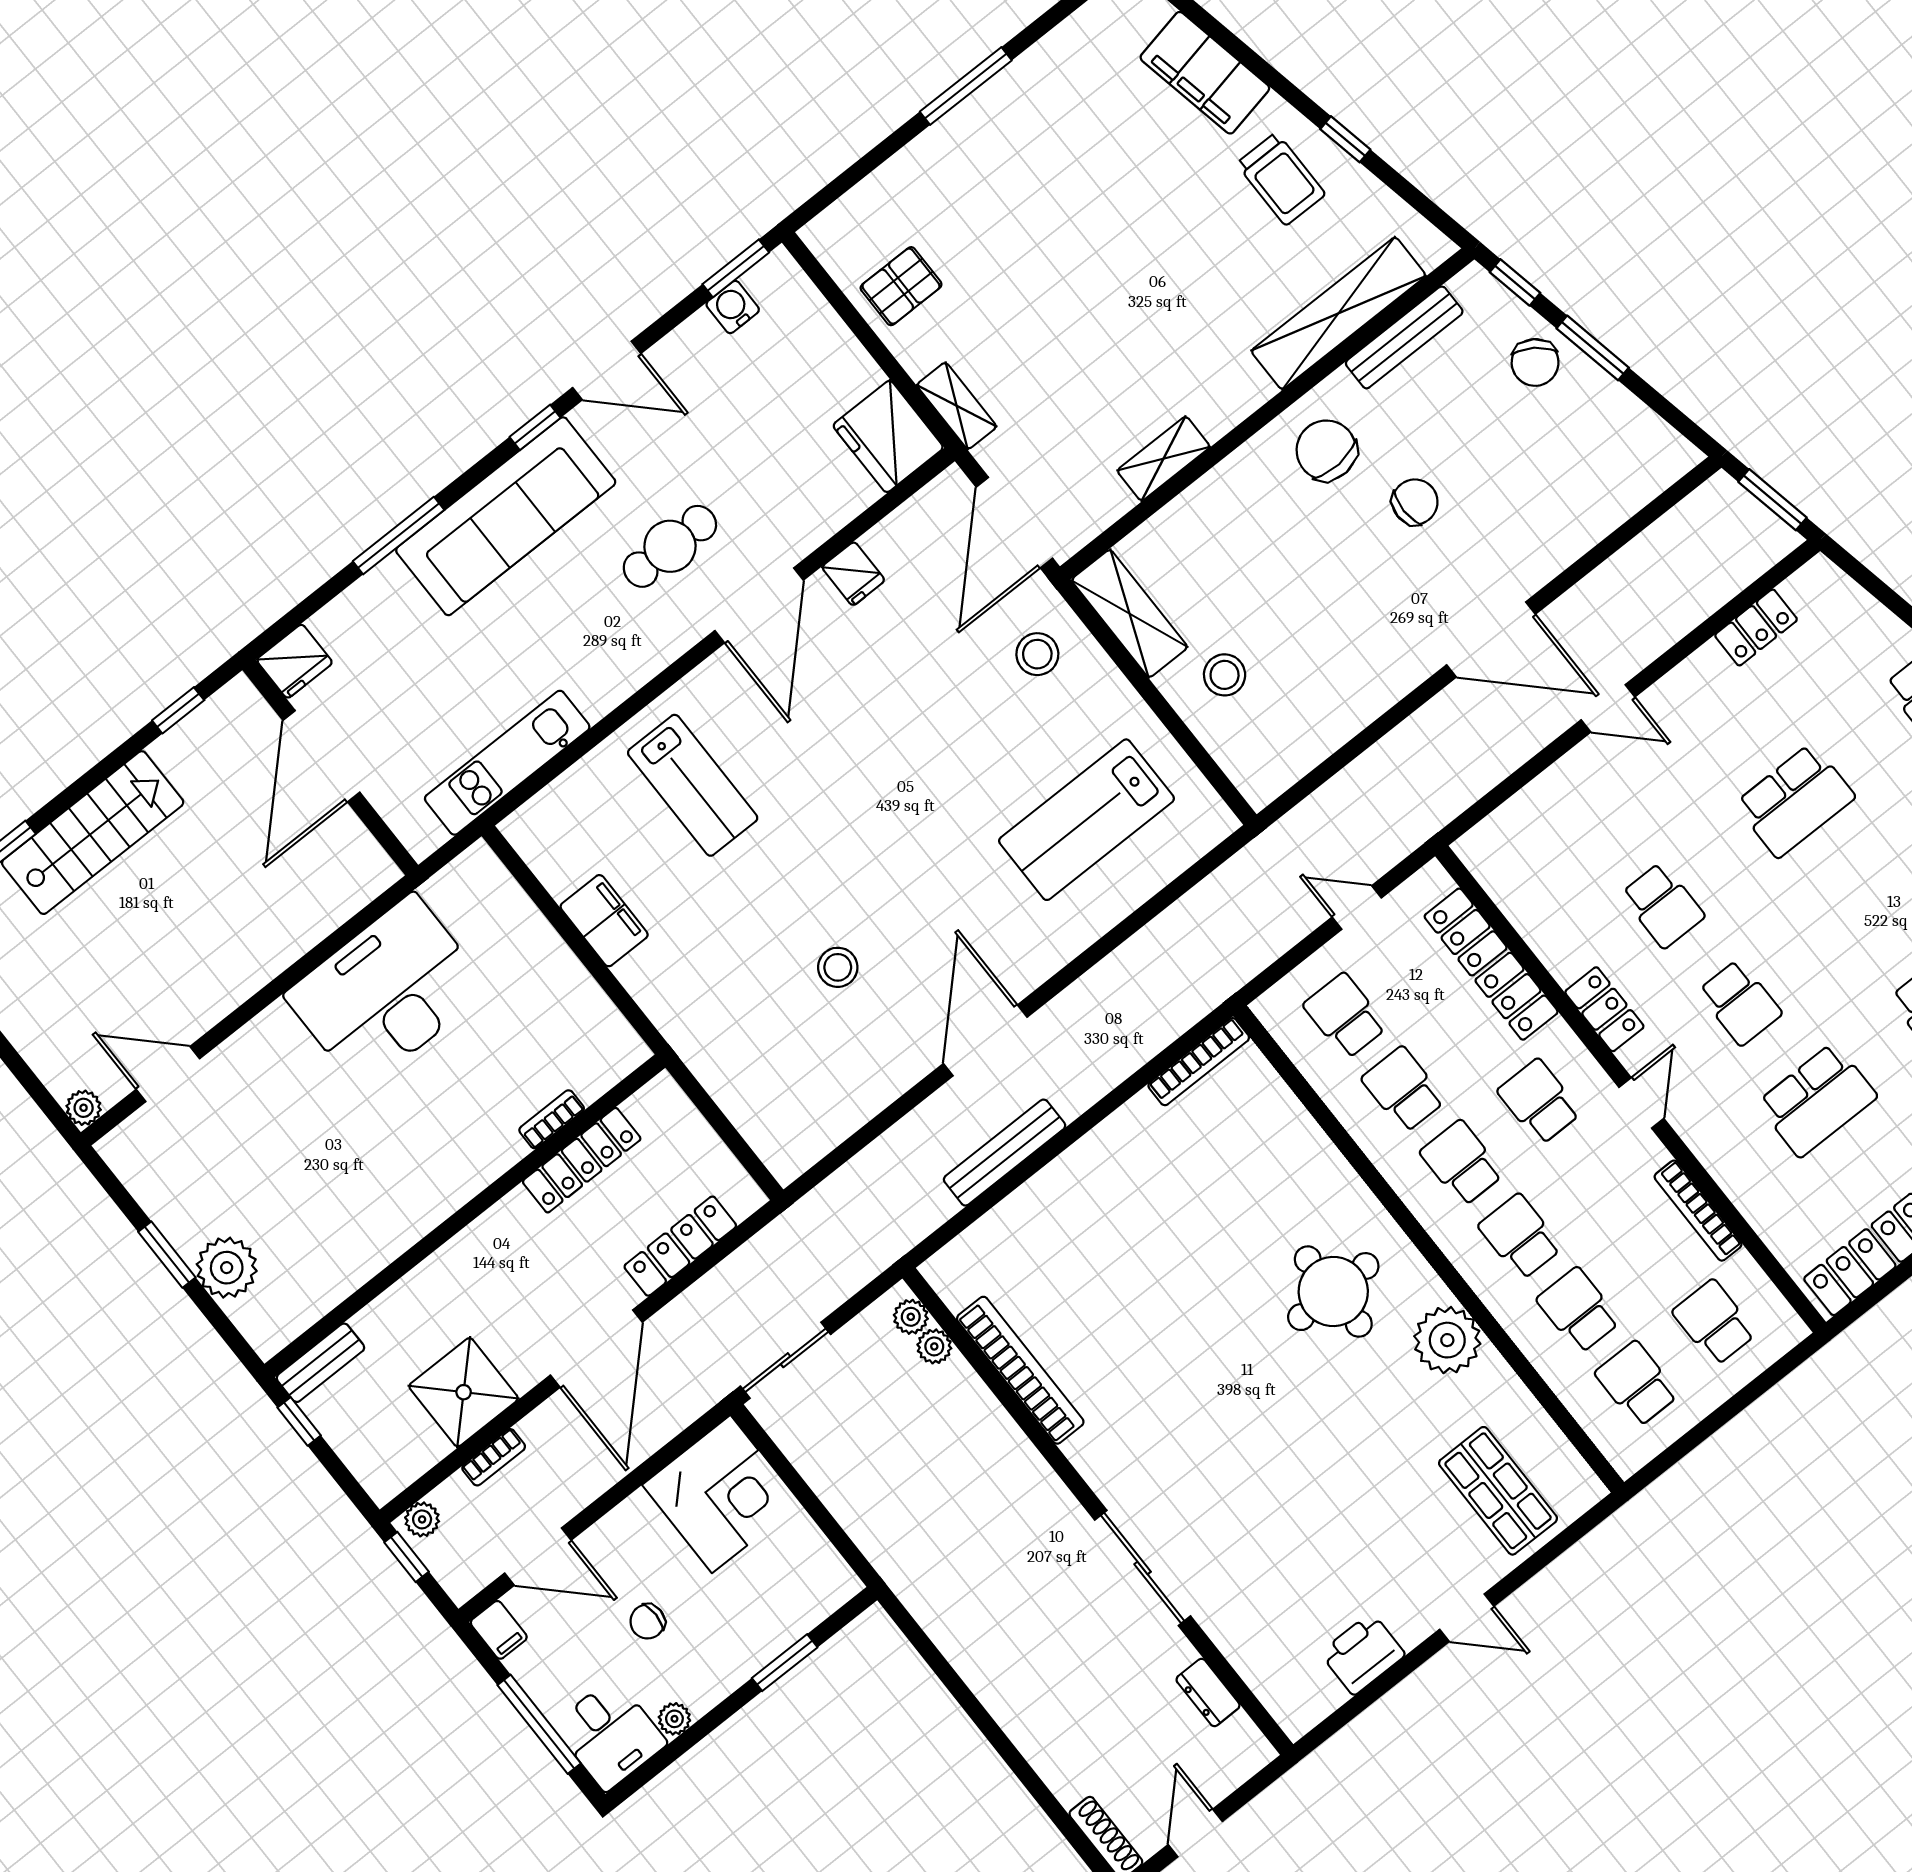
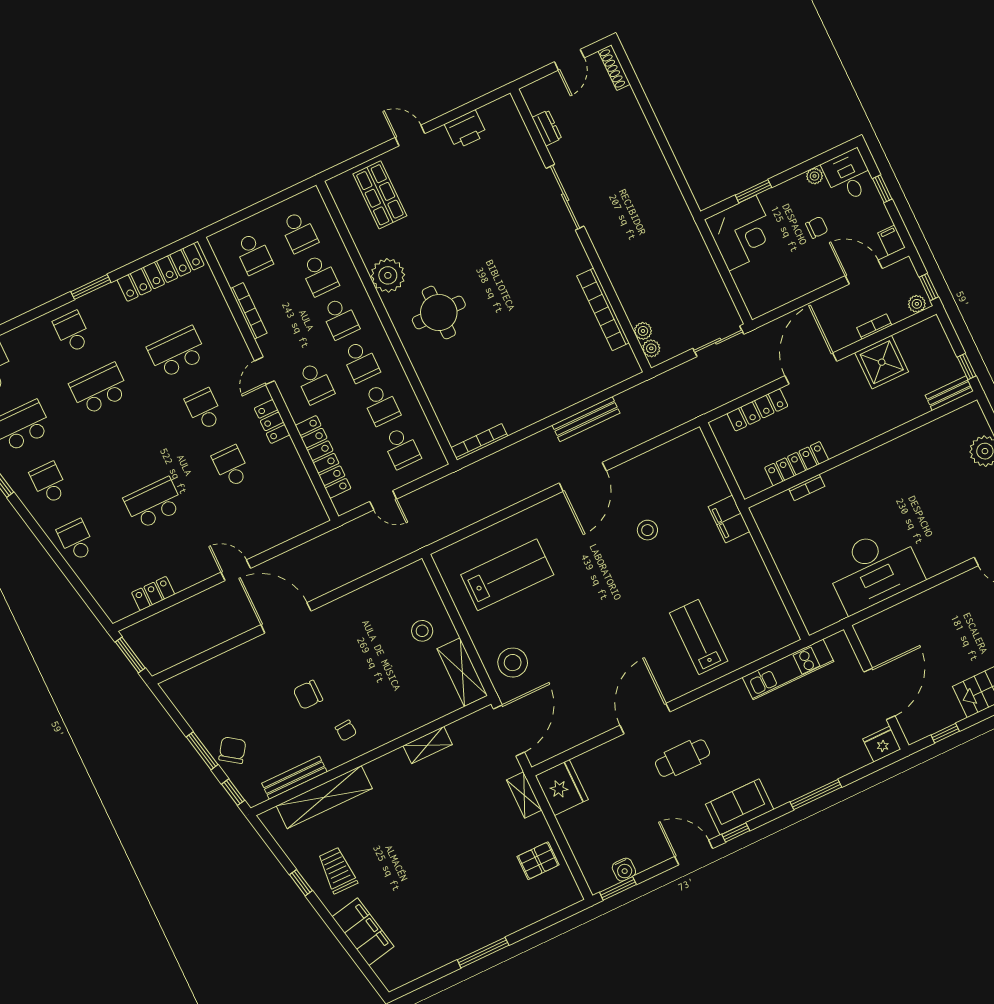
chair: (1326, 450) -> (346, 731), width x0.54, depth x0.54
sofa: (506, 516) -> (740, 807), width x0.54, depth x0.79
fridge: (853, 574) -> (595, 723), removed
stool: (1037, 654) -> (513, 663), width x1.38, depth x1.38
filing cabinet: (604, 921) -> (729, 519), moved
corner desk: (721, 1494) -> (742, 233), moved, turned 180
window: (539, 1724) -> (882, 189), width x0.46

